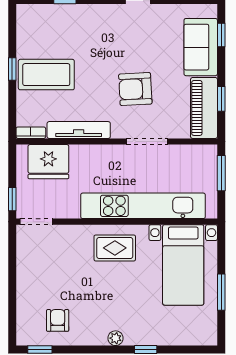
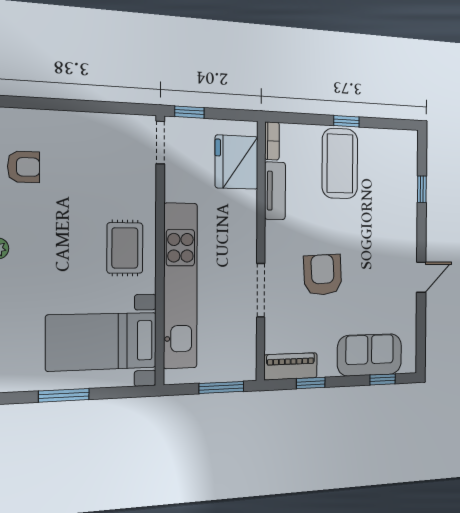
piano: (204, 108) -> (291, 366), width x0.73, depth x0.75
tv unit: (79, 130) -> (275, 191), width x0.71

